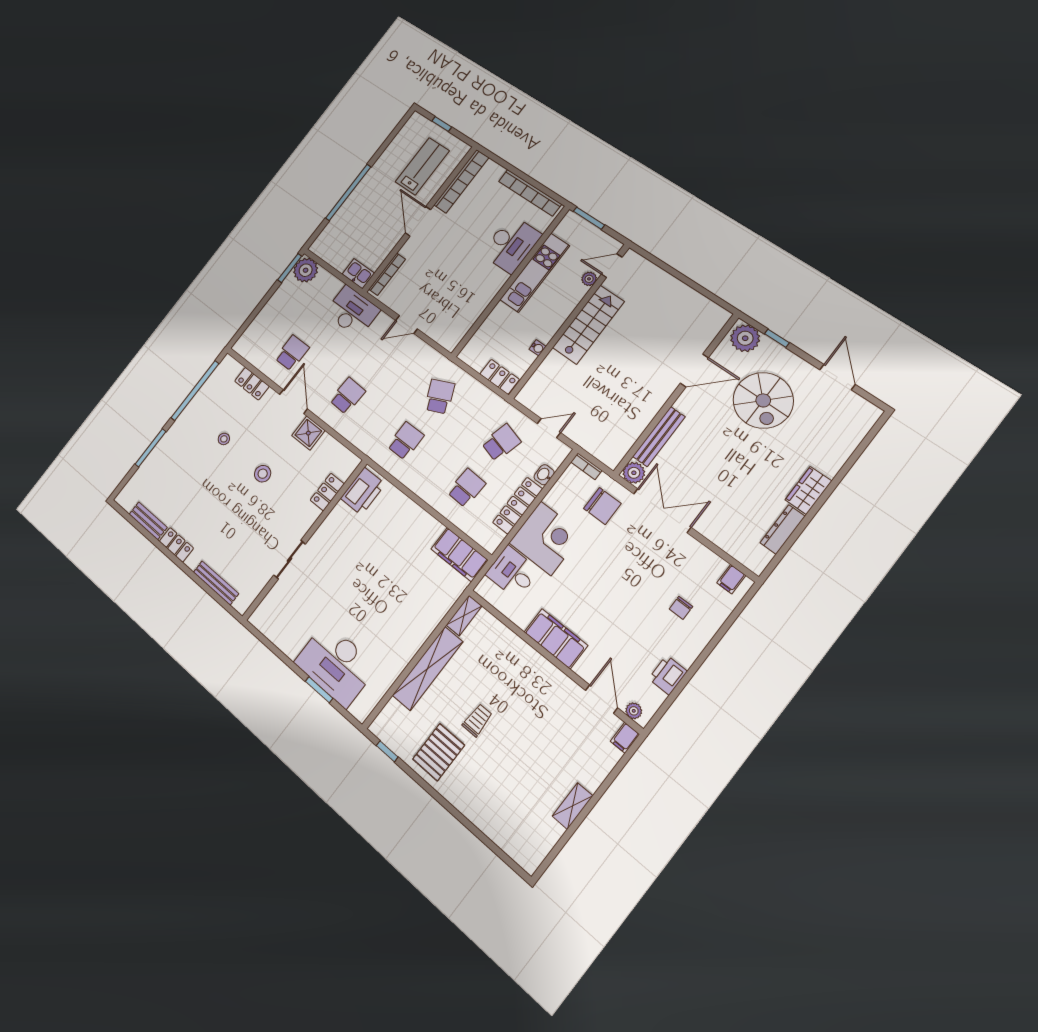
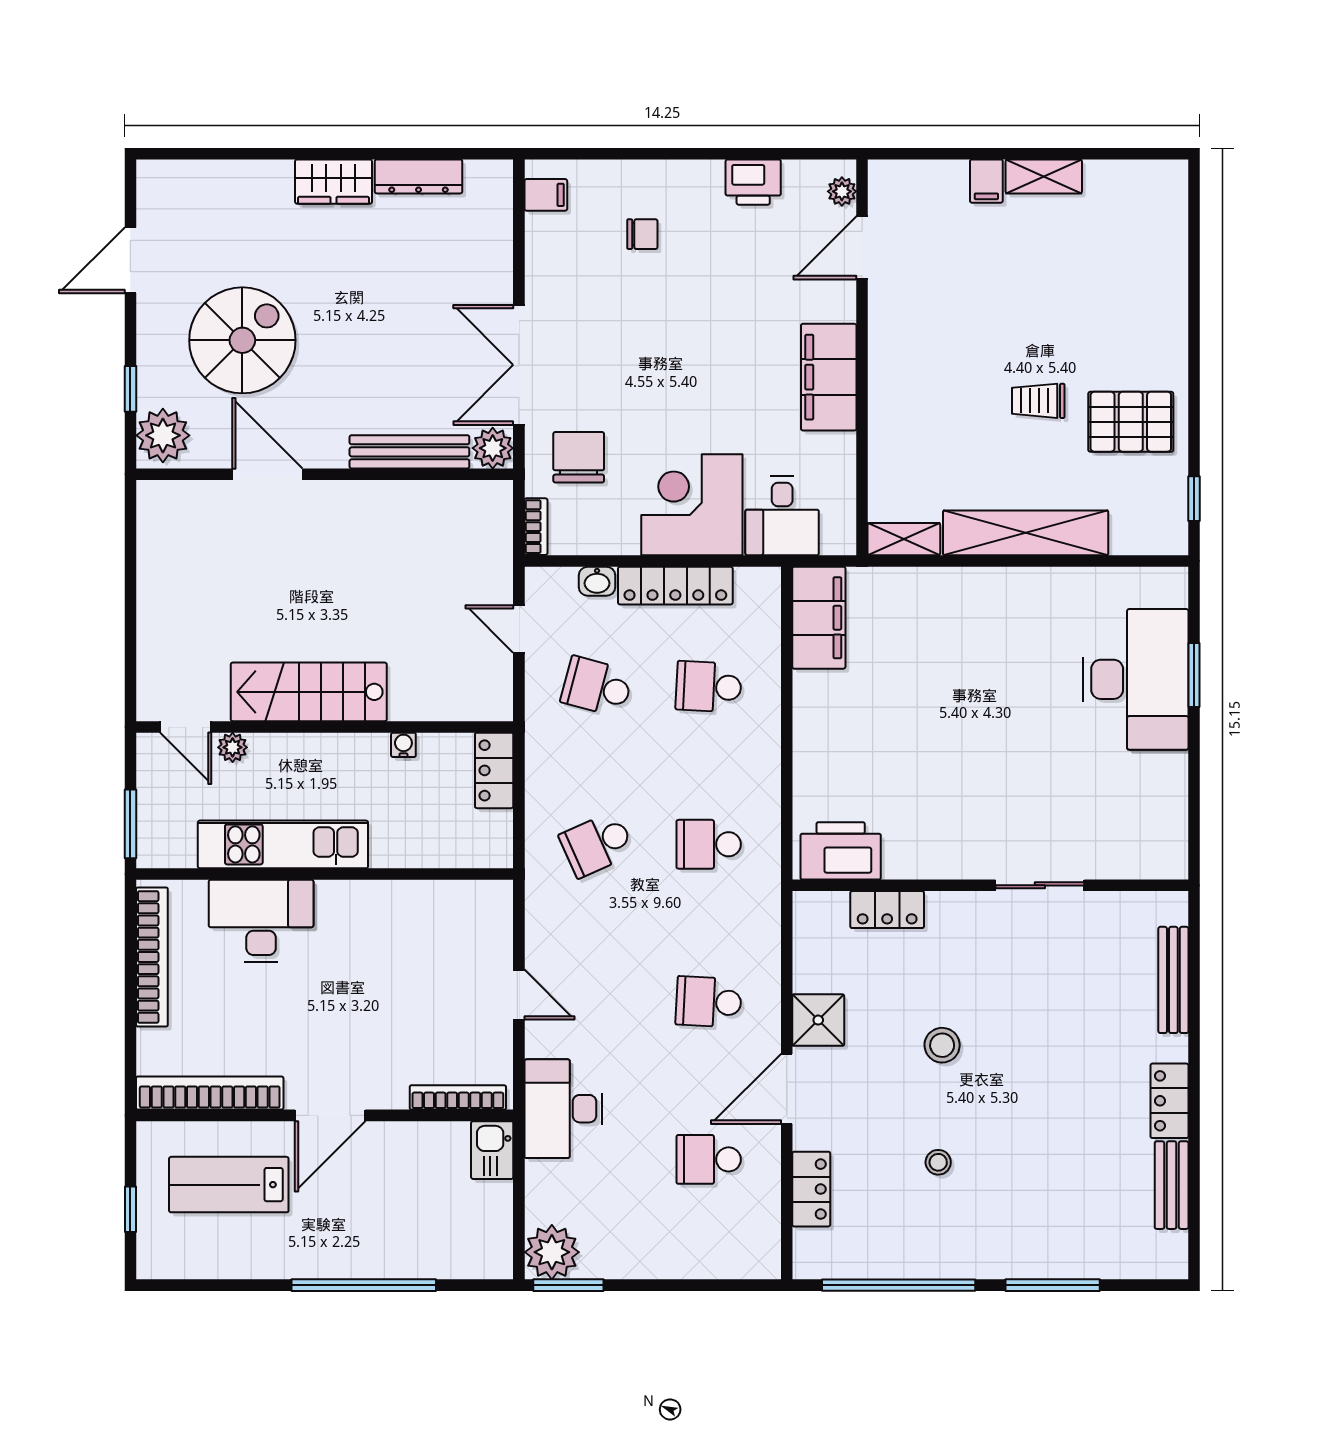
filing cabinet: (625, 738) -> (986, 181), moved, turned 90

